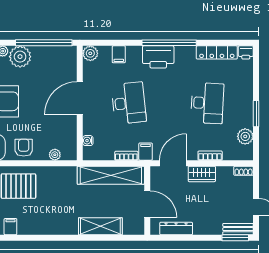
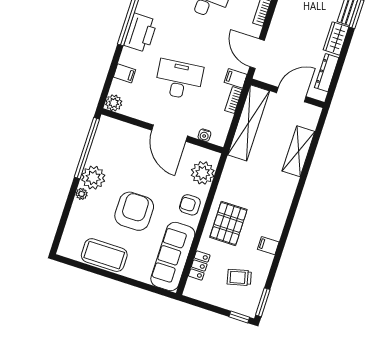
door: (80, 98) -> (170, 133), moved
plant: (55, 155) -> (203, 173), width x1.87, depth x1.87
wardrobe: (202, 174) -> (336, 38), moved, turned 180

